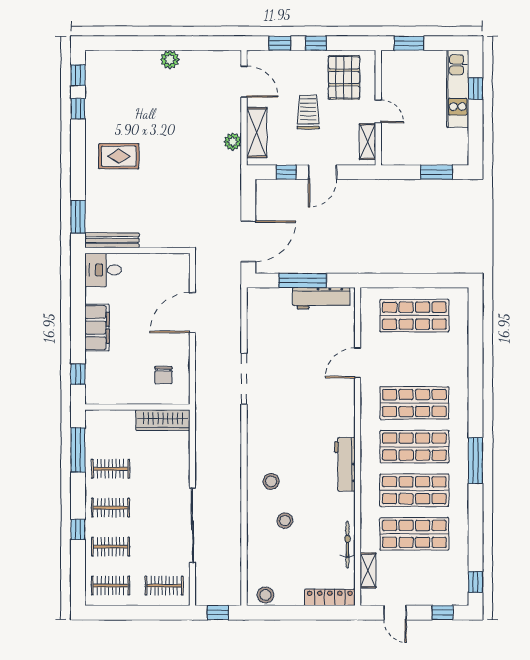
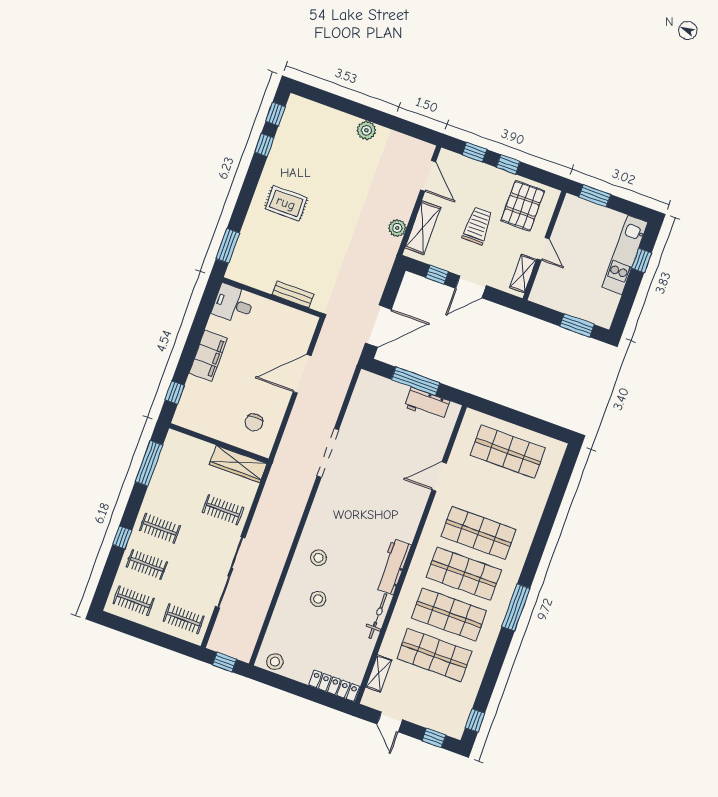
bench: (112, 240) -> (293, 294), moved, width x0.73
workbench: (321, 298) -> (427, 404), width x0.73
clothes rail: (111, 469) -> (223, 510), moved
bicycle: (347, 545) -> (378, 616), moved

